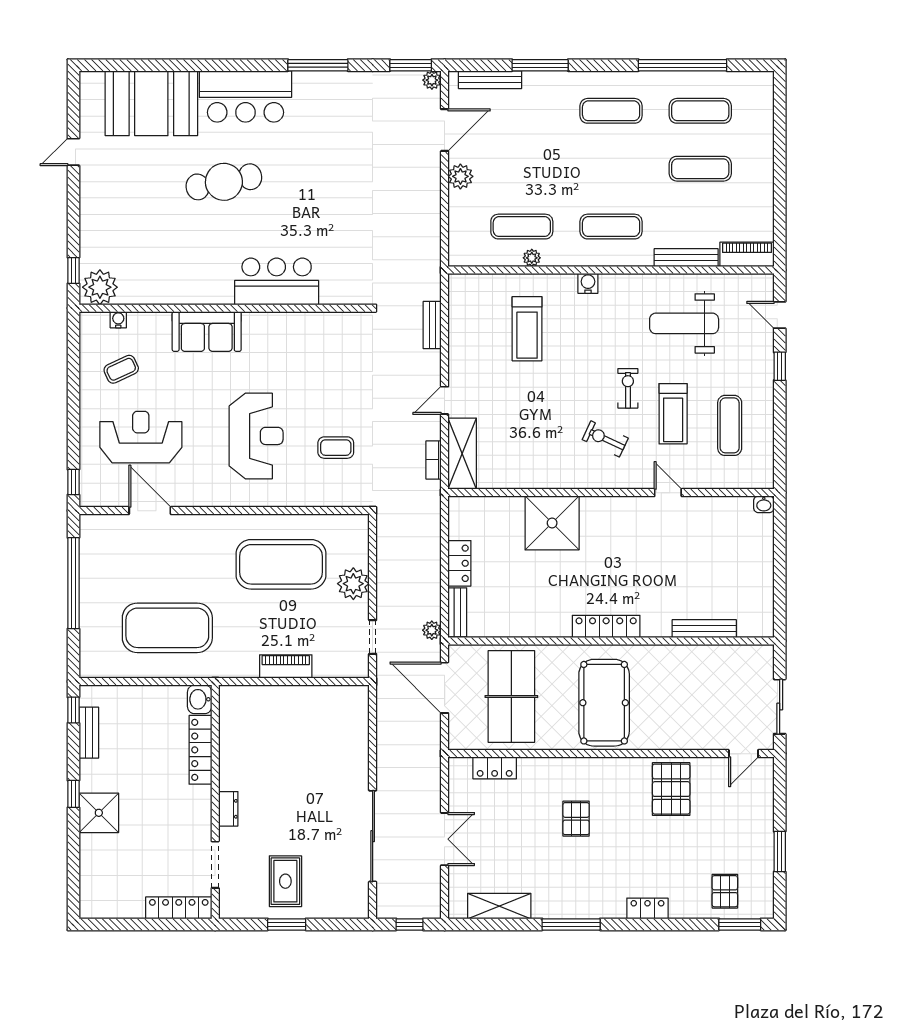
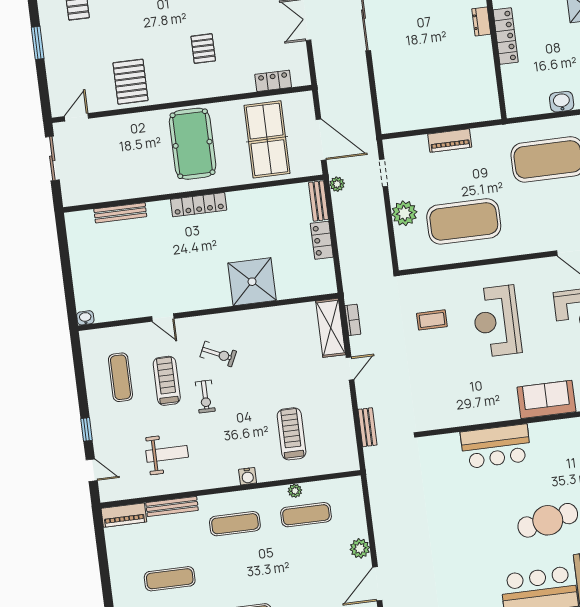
weight bench: (684, 323) -> (167, 454), width x0.73, depth x0.75
washbasin: (200, 699) -> (562, 102), moved, turned -90
locker: (200, 750) -> (506, 36), moved

